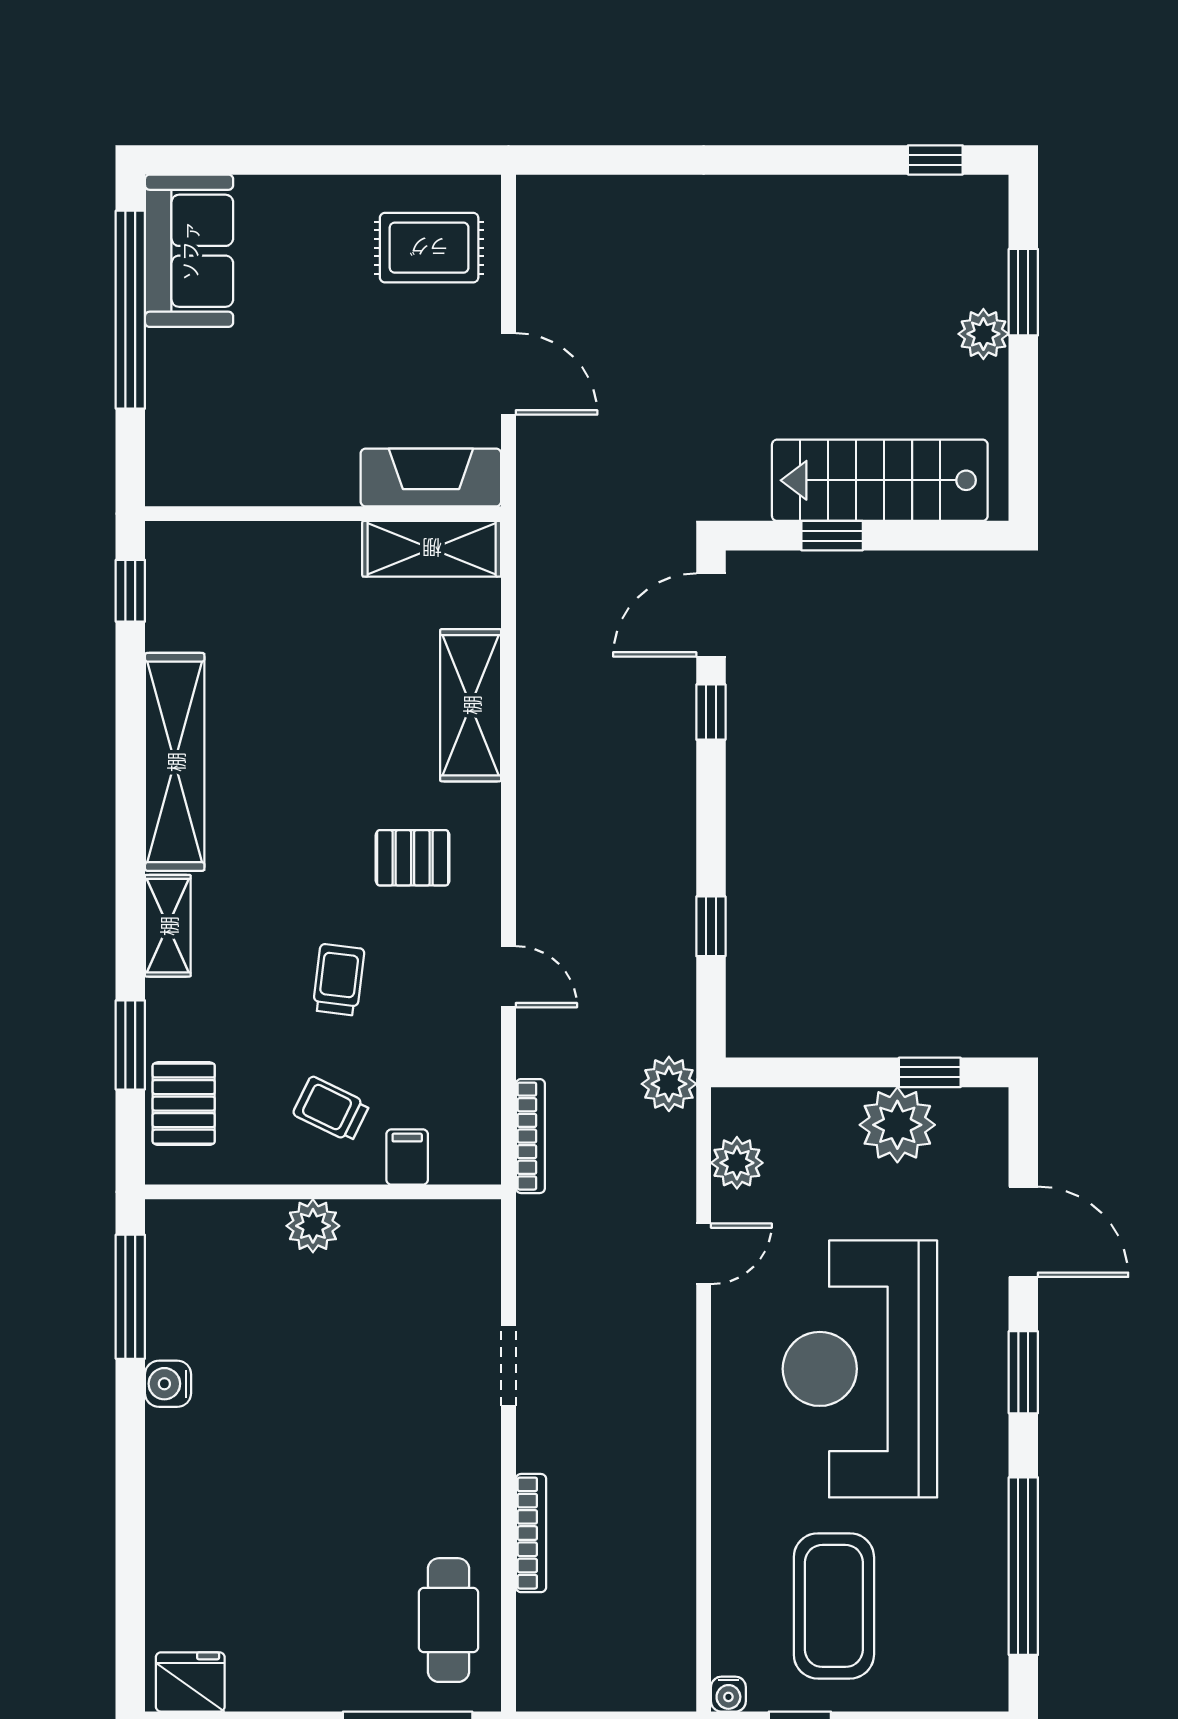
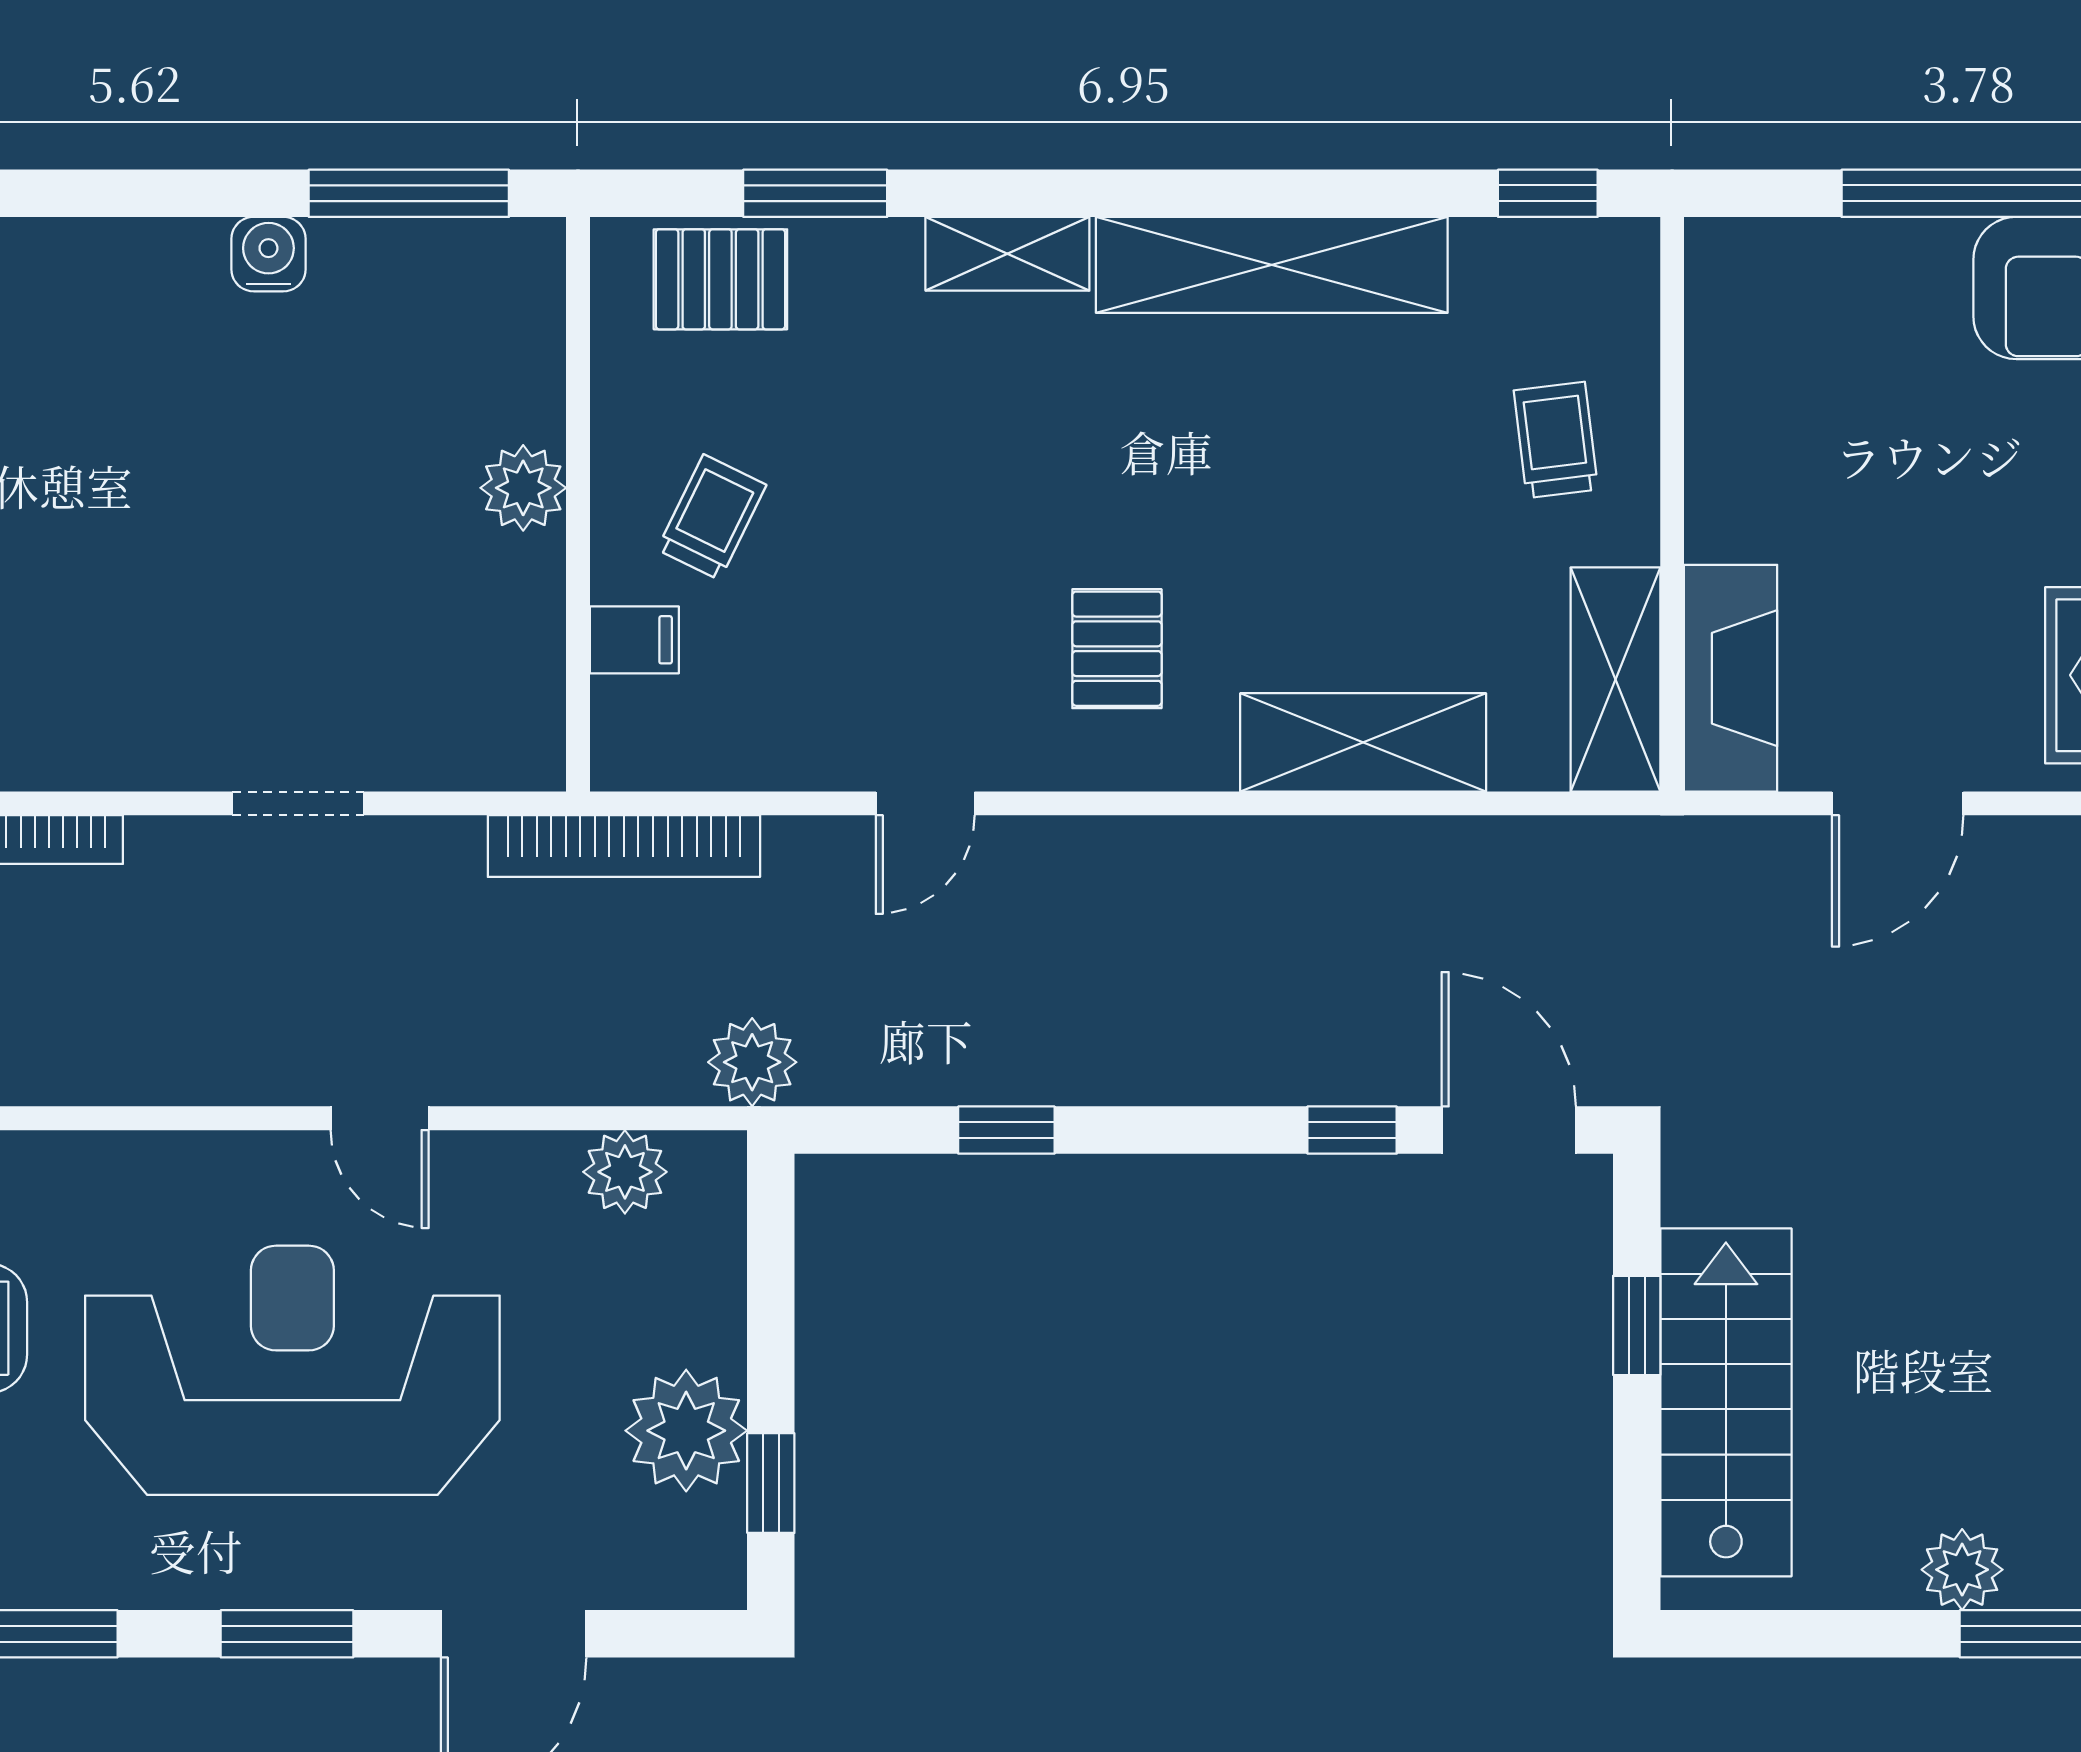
trolley: (339, 980) -> (1556, 440), moved, turned -104
bookcase: (530, 1136) -> (624, 846), width x1.48, depth x1.31
door: (704, 1254) -> (380, 1118), moved

